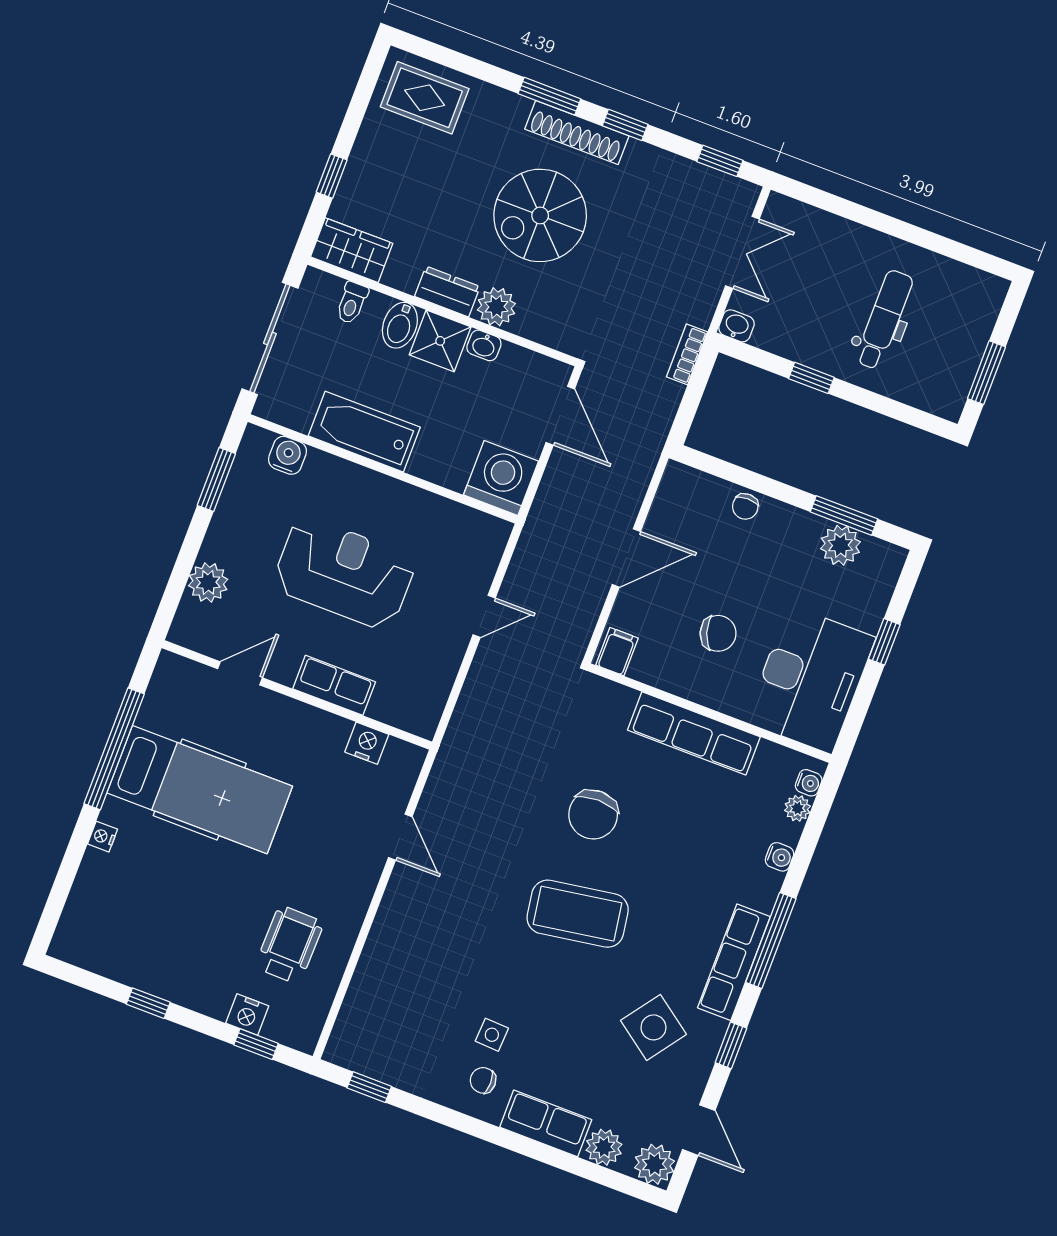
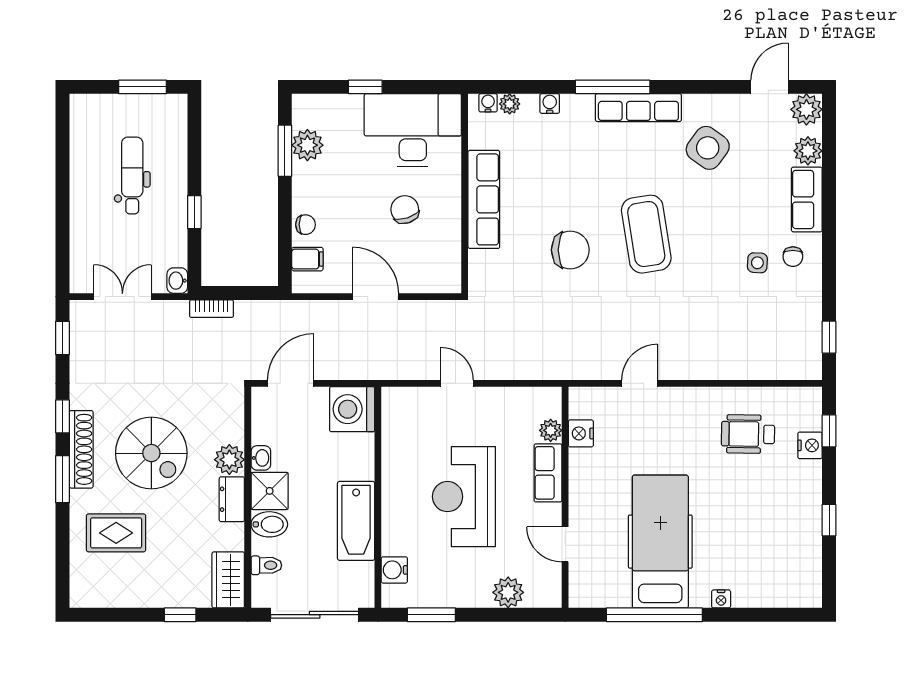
rug: (425, 98) -> (116, 533), moved, turned 90
dental chair: (884, 320) -> (132, 175), turned 90
filing cabinet: (617, 652) -> (307, 259), moved, turned 180
plant: (384, 708) -> (551, 430), added
window: (731, 1045) -> (699, 87), removed

